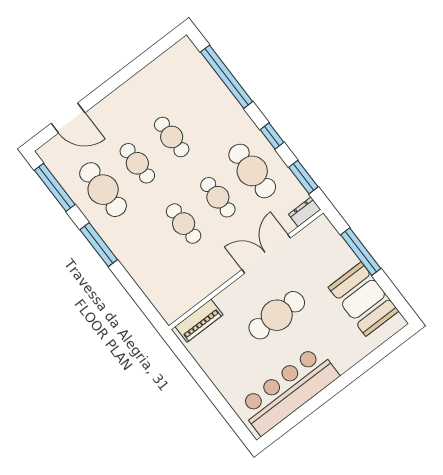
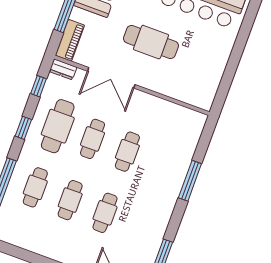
window: (303, 177) -> (39, 86), width x0.67
cafe table: (103, 190) -> (35, 187), moved, width x0.73, depth x0.74
window: (99, 245) -> (190, 181), moved
piano: (199, 321) -> (70, 40), moved, turned 90

